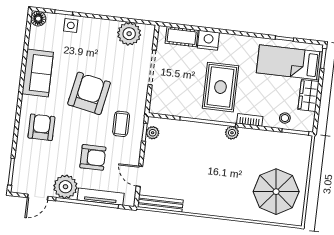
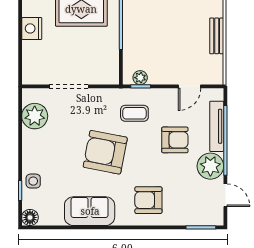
cot: (182, 37) -> (31, 58), removed
armchair: (93, 157) -> (175, 140), turned 90
bench: (160, 204) -> (217, 36), moved, width x0.73

